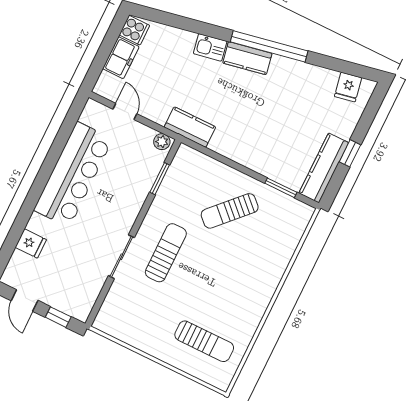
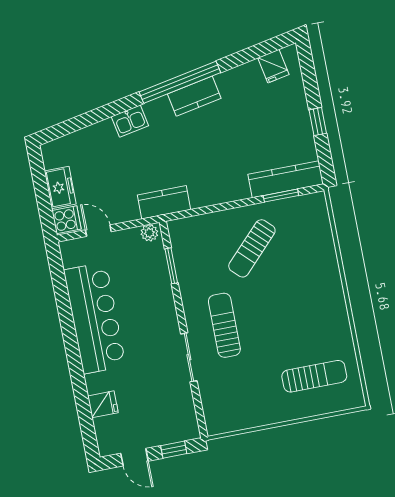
cooker: (134, 30) -> (67, 220), moved
kitchen counter: (247, 58) -> (194, 96), moved
kitchen counter: (324, 168) -> (286, 179), moved, turned 90

